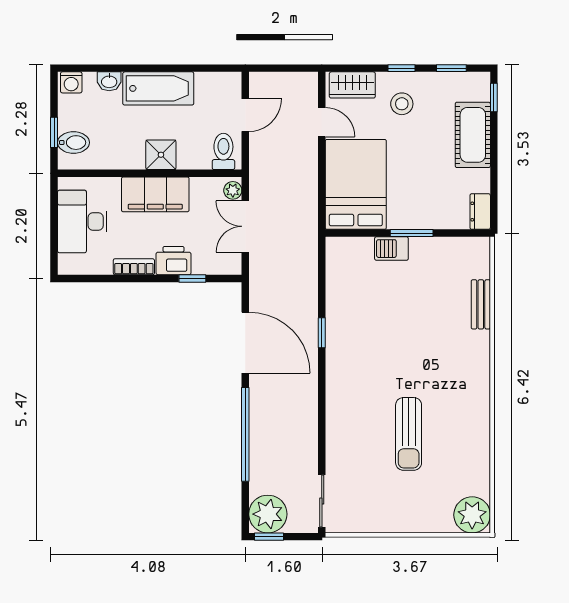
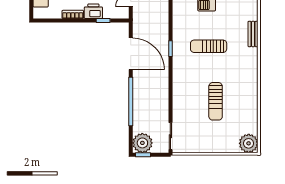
sun lounger: (395, 328) -> (209, 46), added

